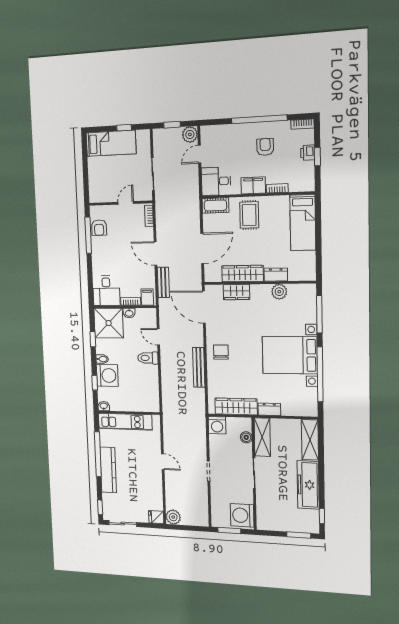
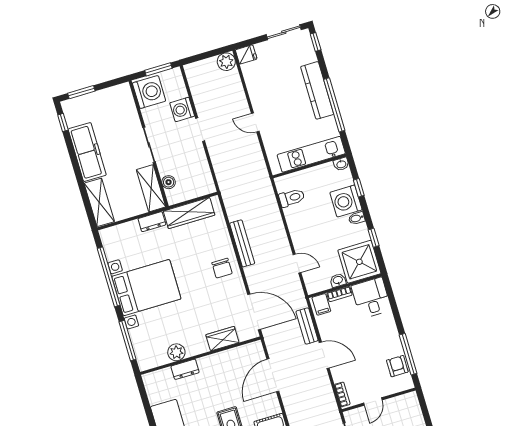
wardrobe: (242, 273) -> (221, 360), removed
toilet: (148, 358) -> (292, 198), moved
washing machine: (217, 425) -> (182, 109), moved, turned -90

